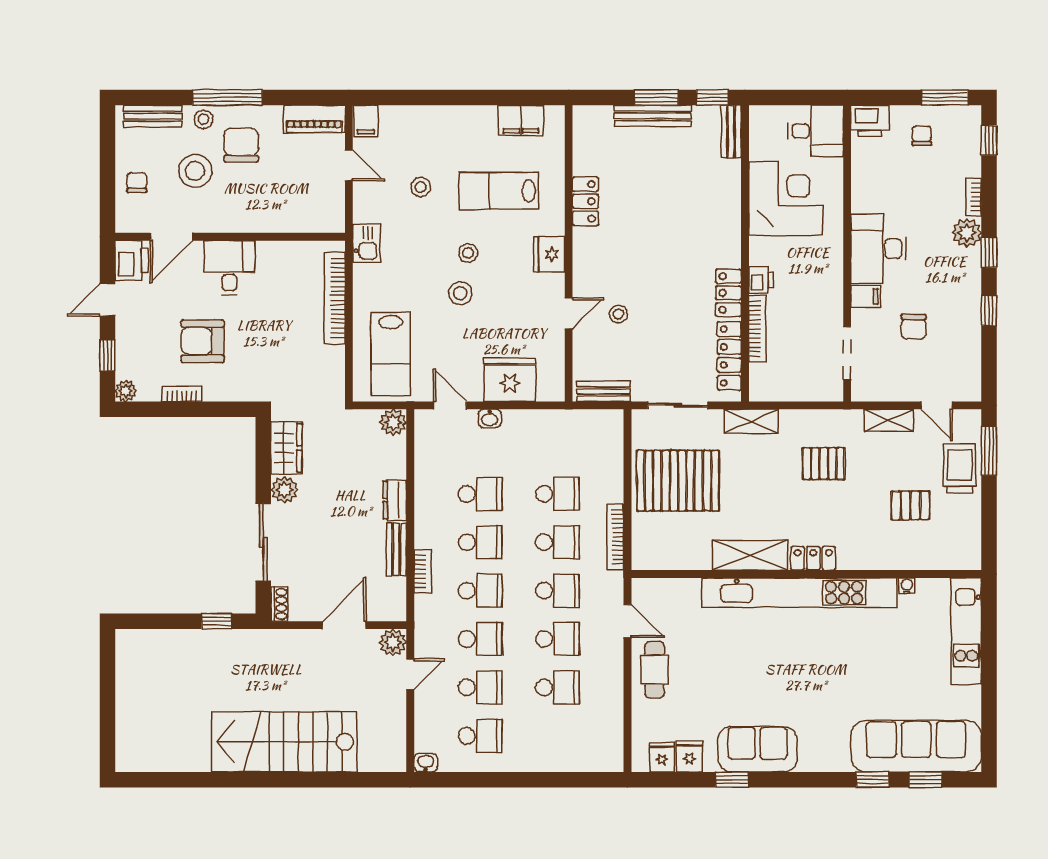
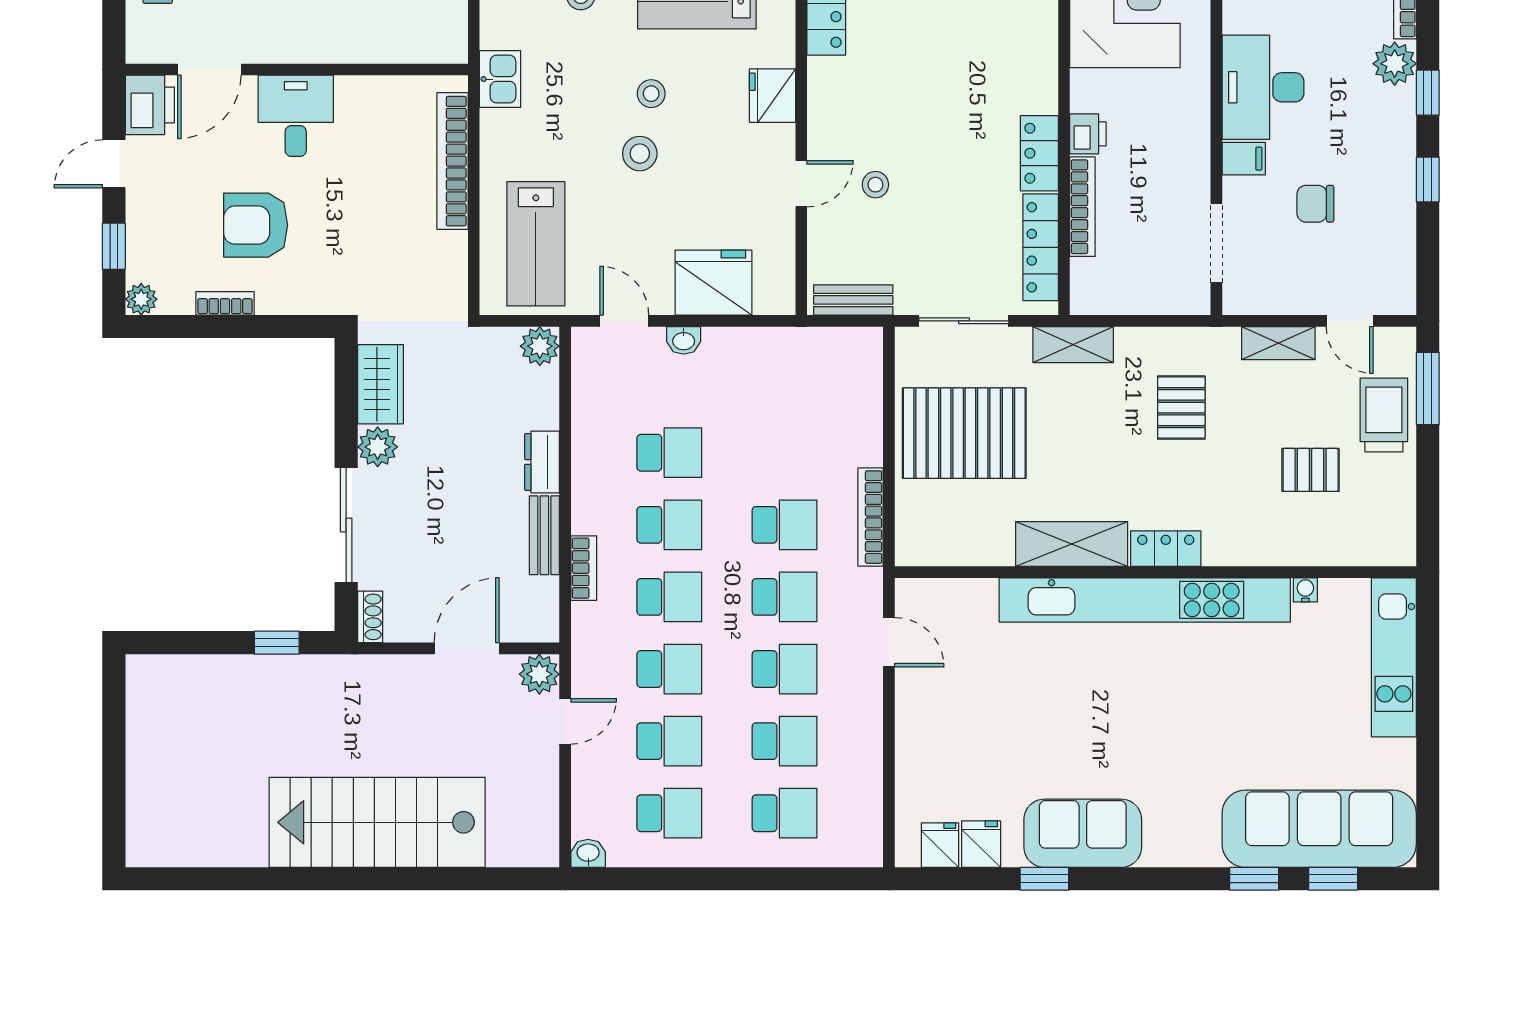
chair: (914, 327) -> (1315, 204), turned 90
pallet: (824, 464) -> (1181, 408), turned 90
school desk: (557, 494) -> (785, 813), moved
cafe table: (655, 670) -> (929, 715), removed

